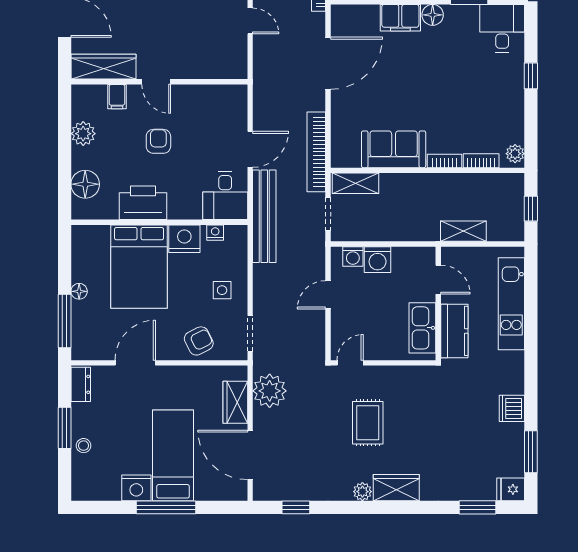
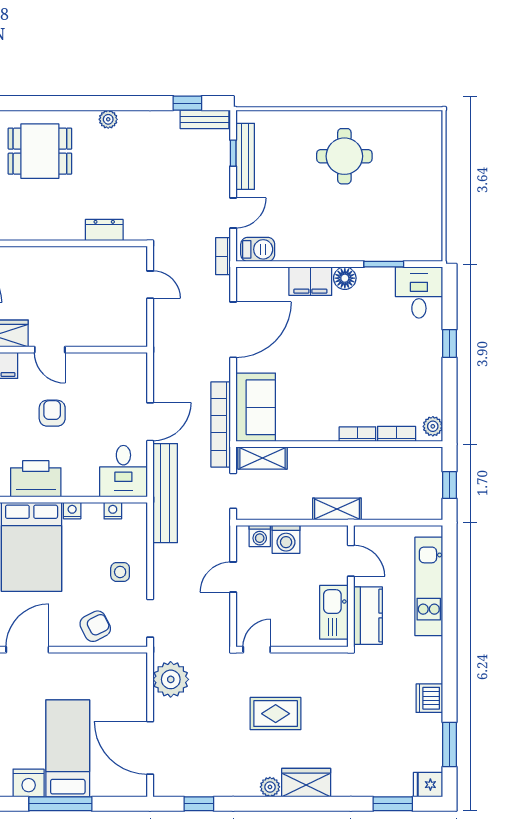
sofa: (394, 149) -> (256, 407), moved, turned 90
shelving: (463, 231) -> (337, 509), moved
nightstand: (184, 239) -> (72, 511), width x0.53, depth x0.56
wardrobe: (235, 402) -> (134, 692), removed
rug: (368, 423) -> (276, 714), turned 90

